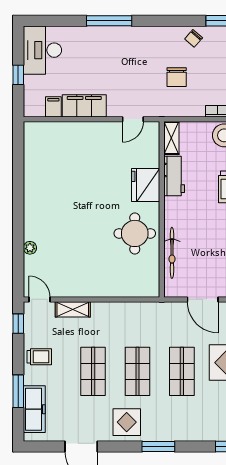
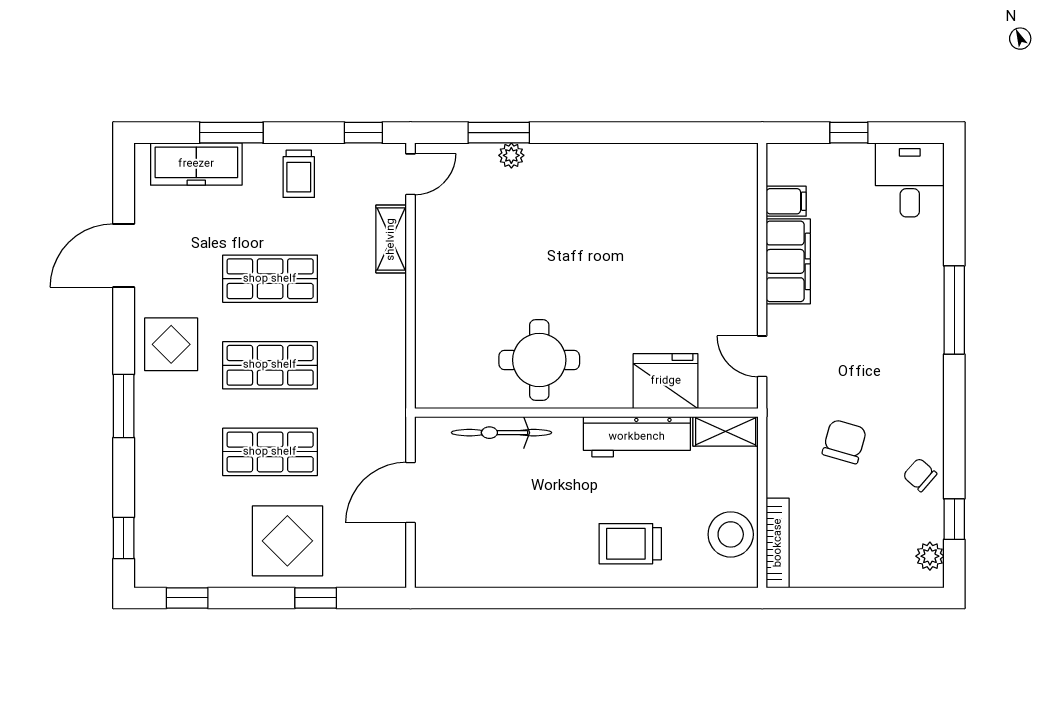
desk: (42, 50) -> (910, 180), width x0.73
chair: (177, 77) -> (844, 442), turned 106
workbench: (174, 176) -> (637, 437), width x1.38
fridge: (146, 185) -> (666, 381), moved
window: (18, 254) -> (499, 133), added

